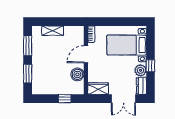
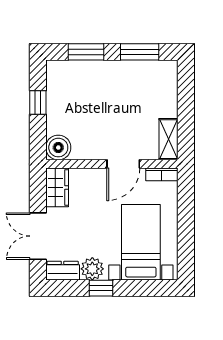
shelving: (53, 31) -> (169, 139), moved
door: (86, 54) -> (123, 164), swing flipped
boiler: (77, 74) -> (58, 148), moved
window: (65, 99) -> (38, 102), moved

